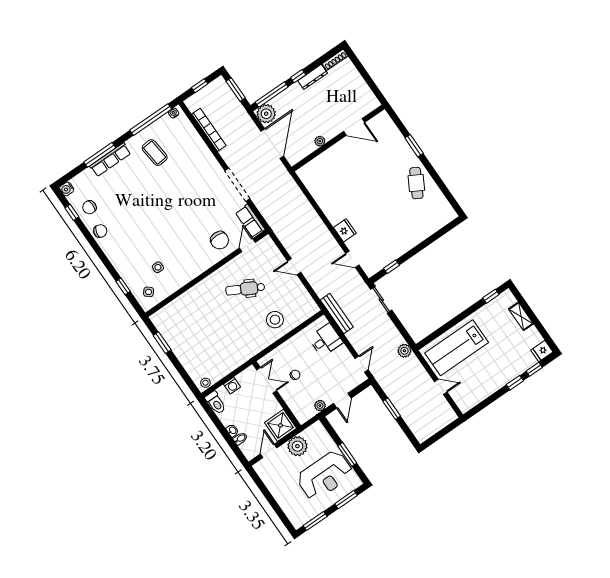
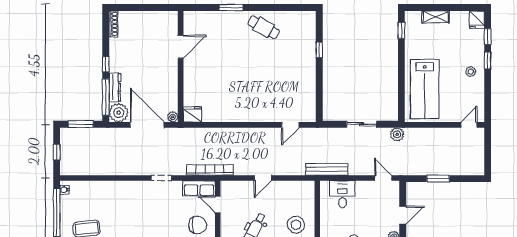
dresser: (313, 77) -> (115, 87), moved
bookcase: (209, 130) -> (210, 170), moved
plant: (320, 141) -> (173, 117), moved
doorway: (237, 185) -> (161, 178), width x0.53
fridge: (345, 230) -> (192, 114), moved
window: (392, 267) -> (319, 50), moved
sliding door: (381, 300) -> (362, 124), moved
stool: (496, 375) -> (471, 72), added
door: (441, 387) -> (469, 125), moved
door: (342, 401) -> (403, 215), hinge flipped

